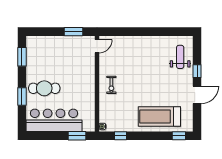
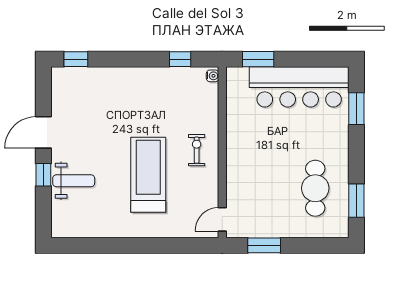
weight bench: (180, 57) -> (74, 181), moved, turned -90
cafe table: (44, 88) -> (315, 188), moved, turned 90
window: (22, 96) -> (356, 109), moved
treadmill: (159, 117) -> (148, 175), moved, turned -90

